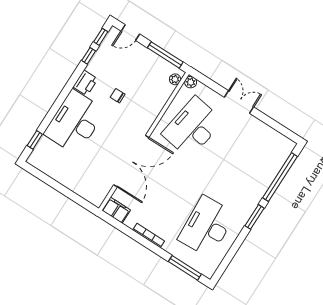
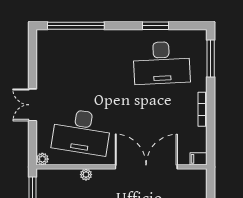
plant: (175, 79) -> (86, 175), moved
filing cabinet: (116, 210) -> (199, 159), width x0.50
window: (255, 217) -> (156, 26), moved

